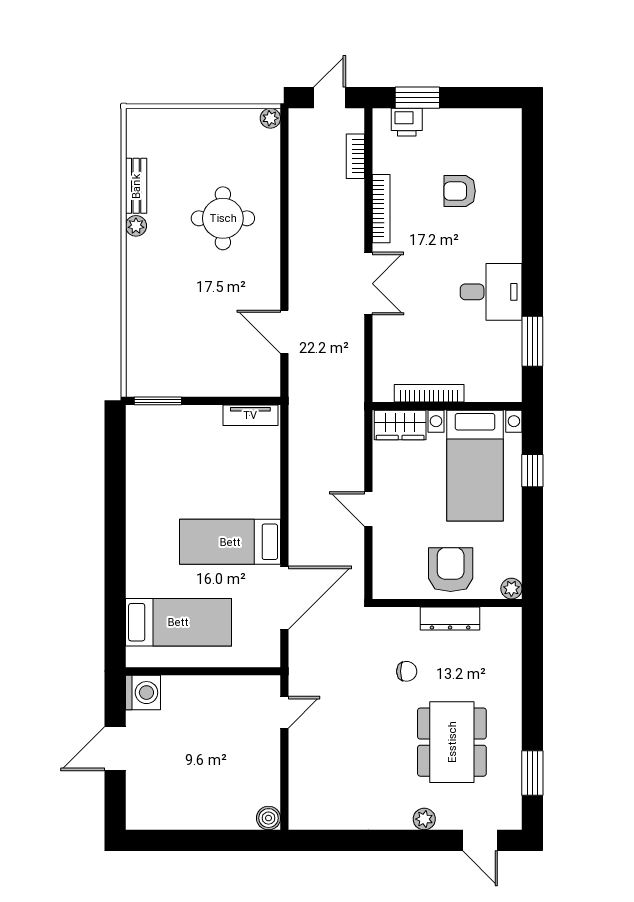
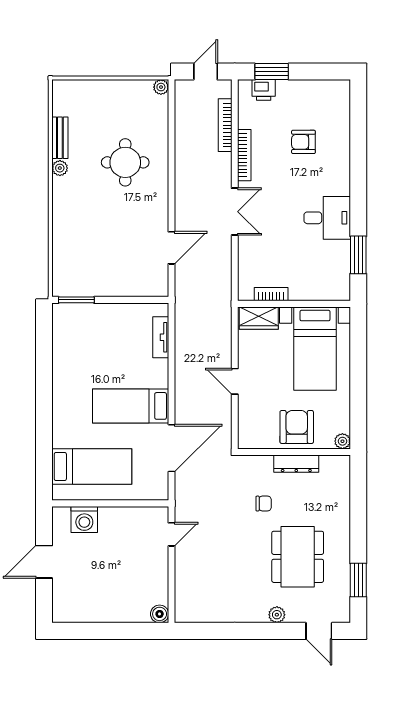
bookcase: (355, 156) -> (225, 125), width x1.56
door: (284, 332) -> (172, 248), swing flipped
bookcase: (429, 393) -> (271, 294), width x0.64
tv unit: (250, 415) -> (161, 337), moved, turned 90
window: (532, 471) -> (358, 352), removed
washing machine: (143, 693) -> (84, 519), moved, turned 90

